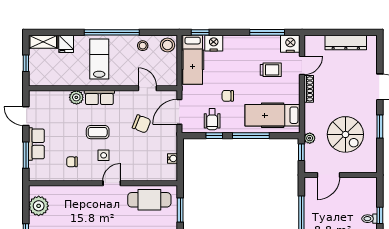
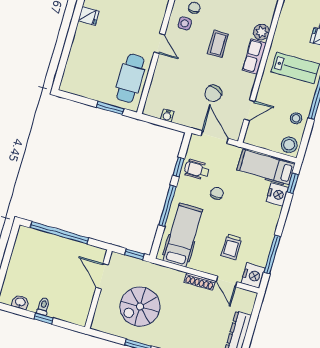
plant: (310, 138) -> (147, 267), removed
side table: (104, 155) -> (185, 23), moved

